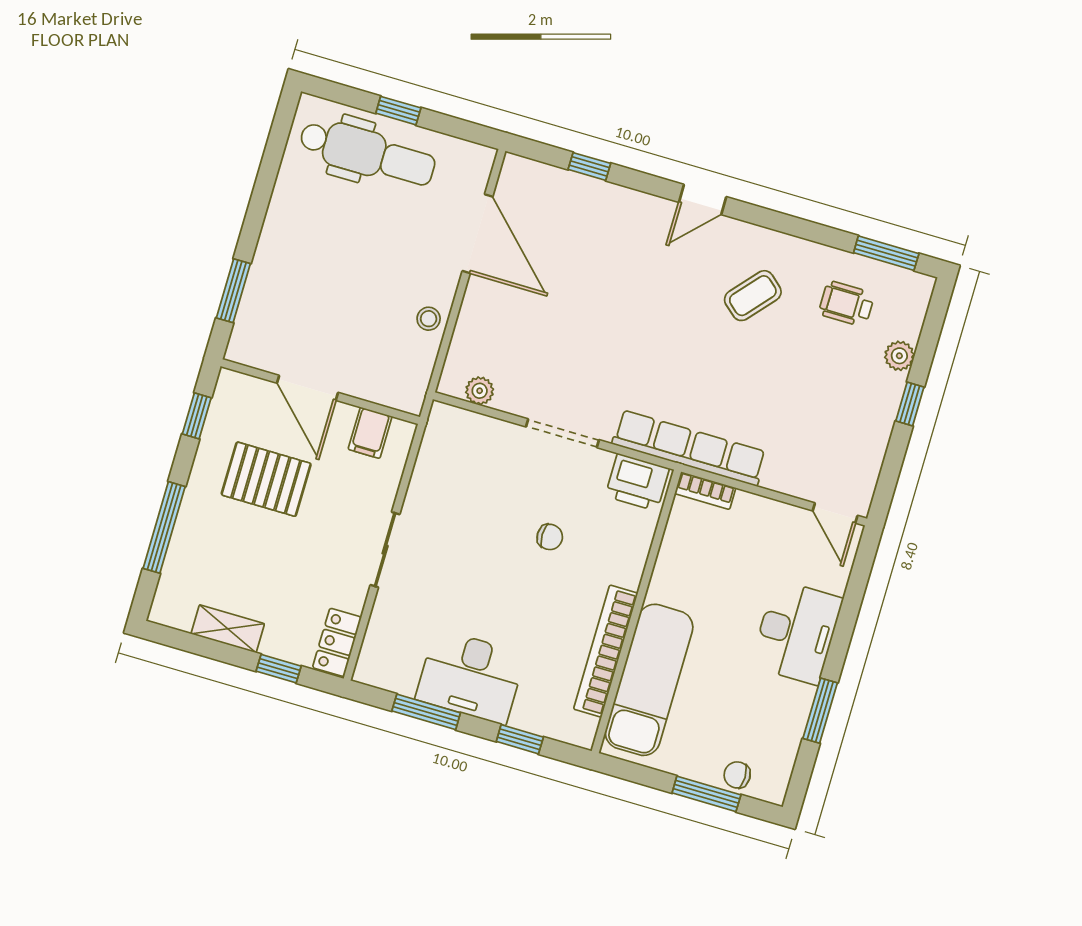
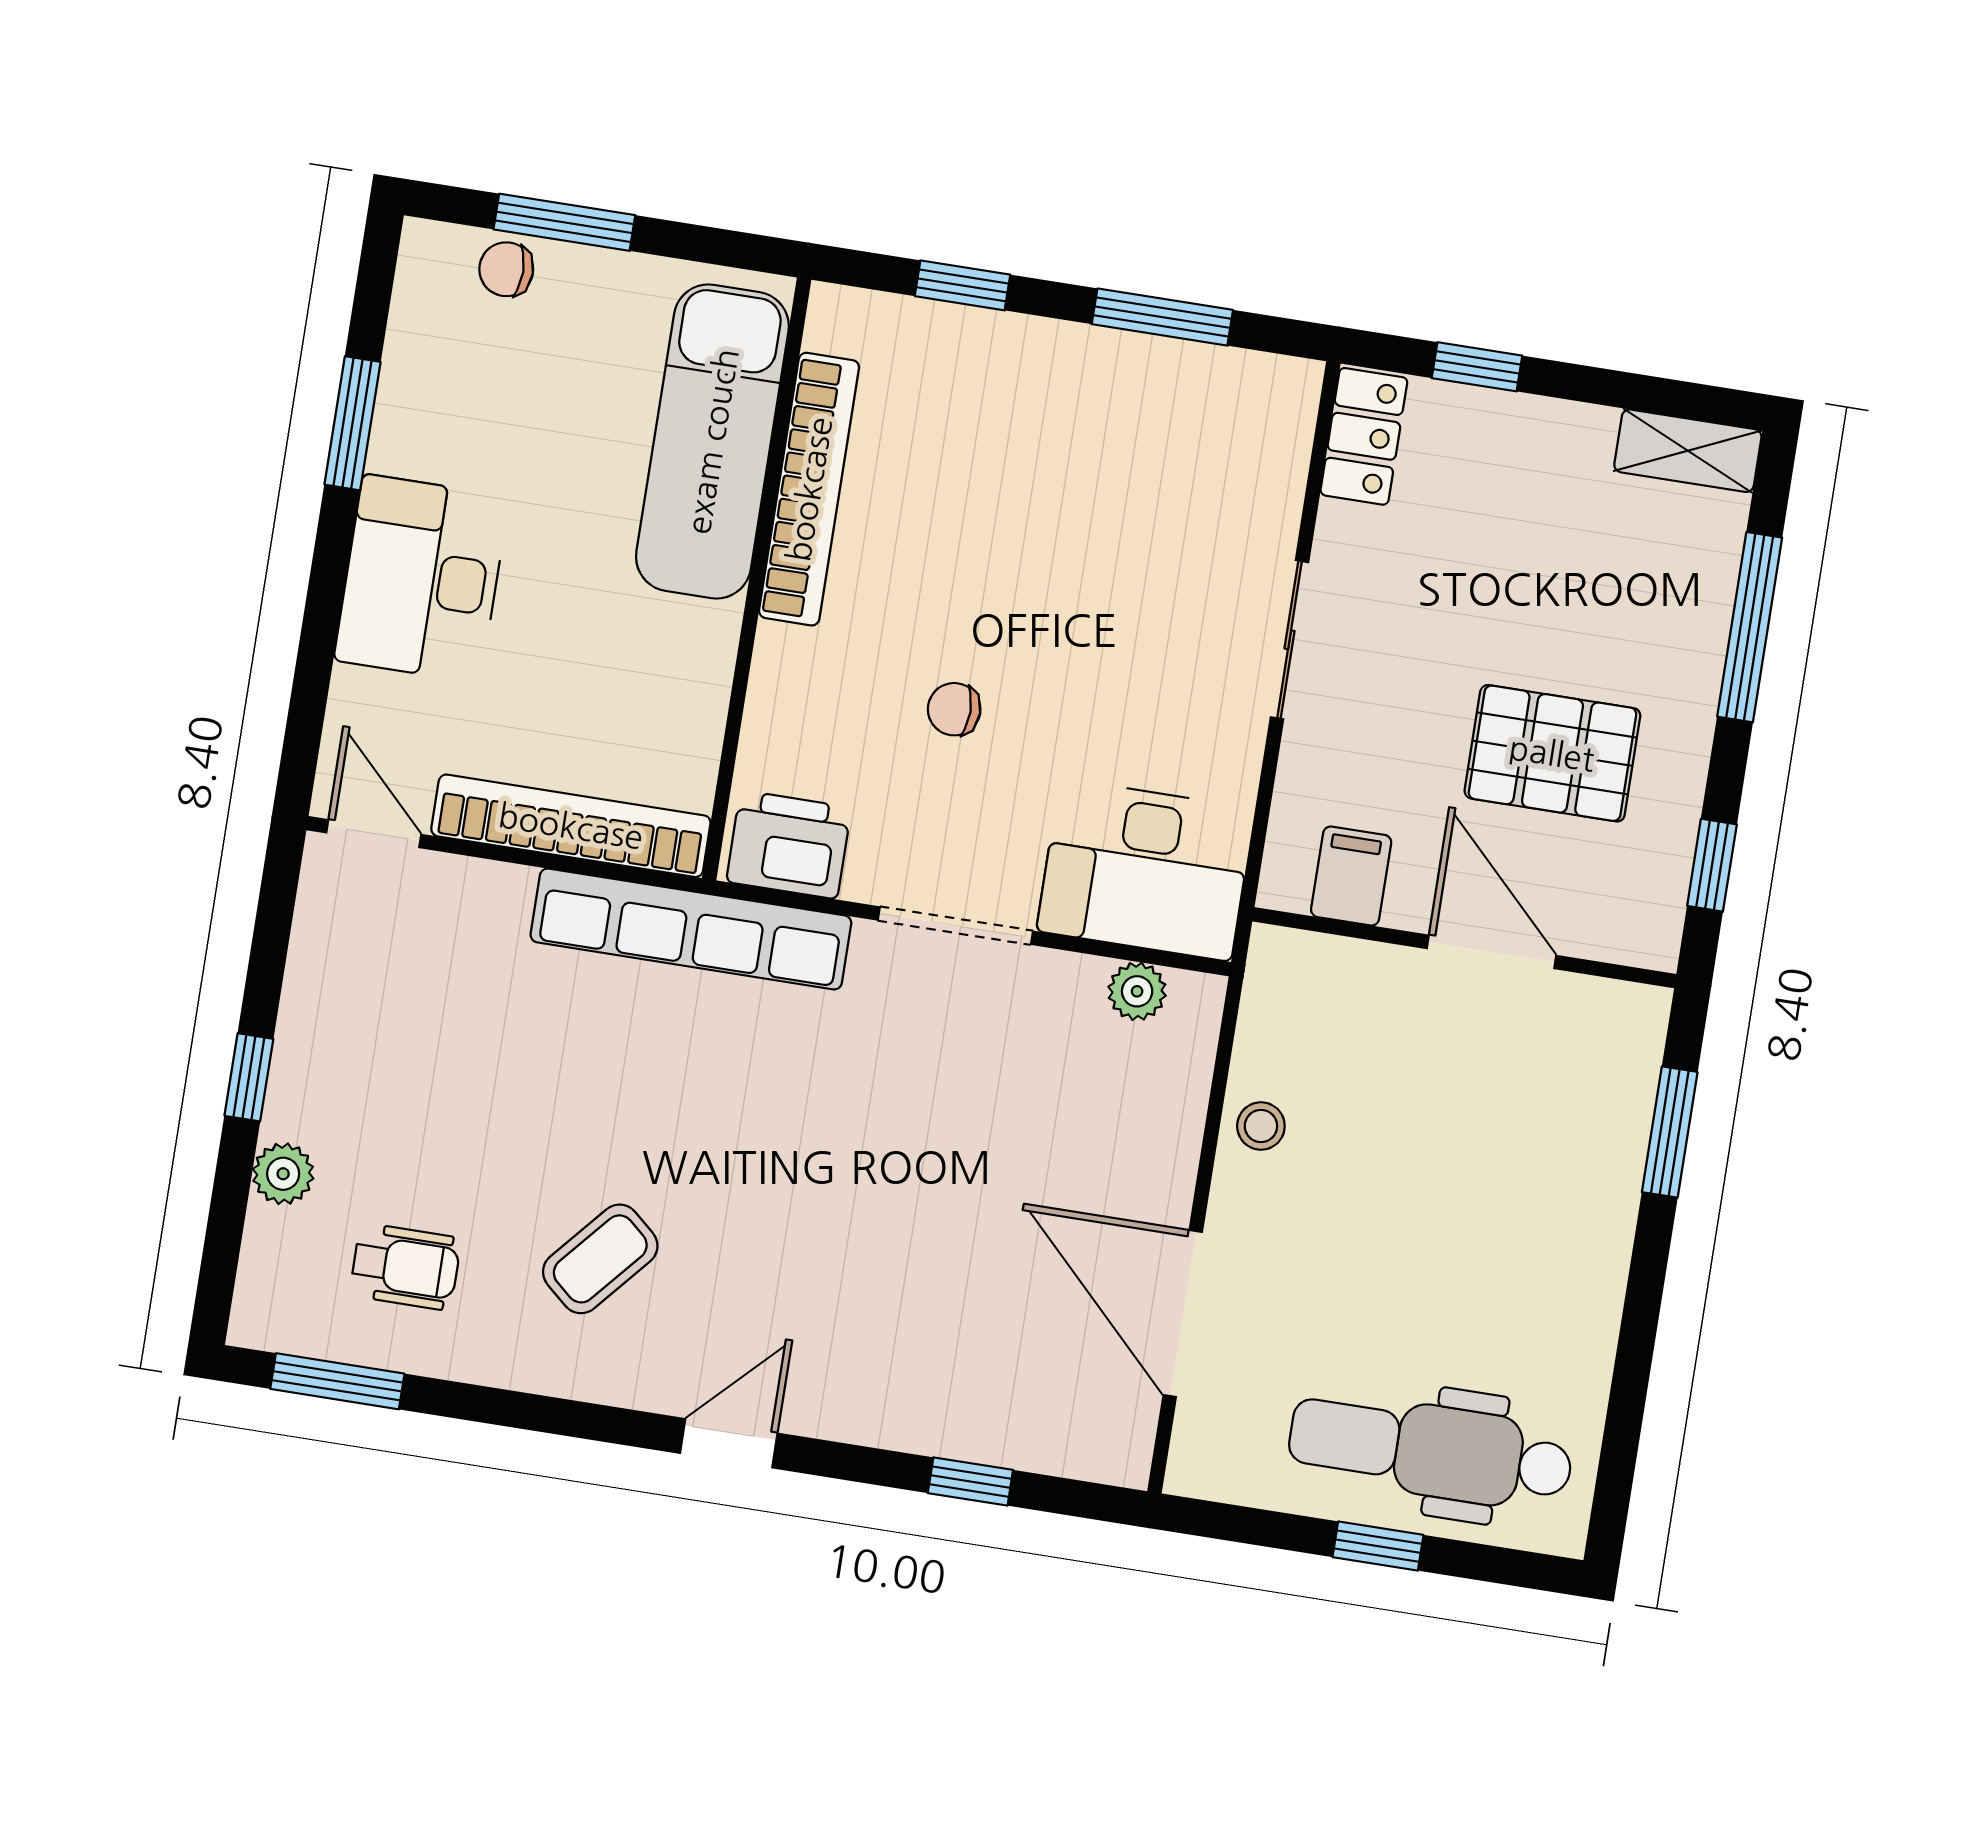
bookcase: (705, 491) -> (571, 826), width x2.31, depth x1.31
shelving: (228, 629) -> (1688, 451), moved
desk: (471, 677) -> (1146, 870), moved, turned 180
chair: (737, 775) -> (506, 269), turned 180

